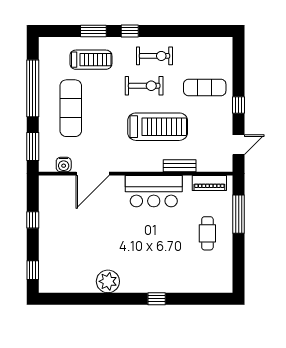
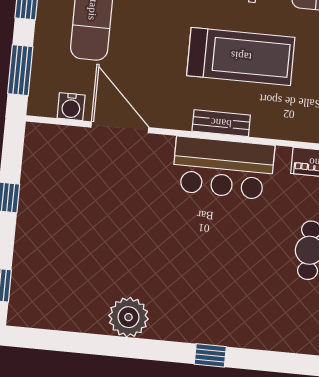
bench: (180, 166) -> (221, 123), moved
door: (93, 174) -> (120, 127), swing flipped

